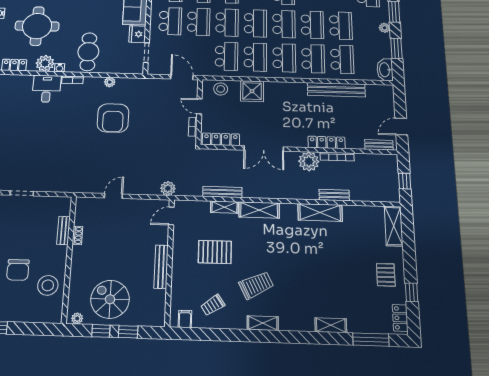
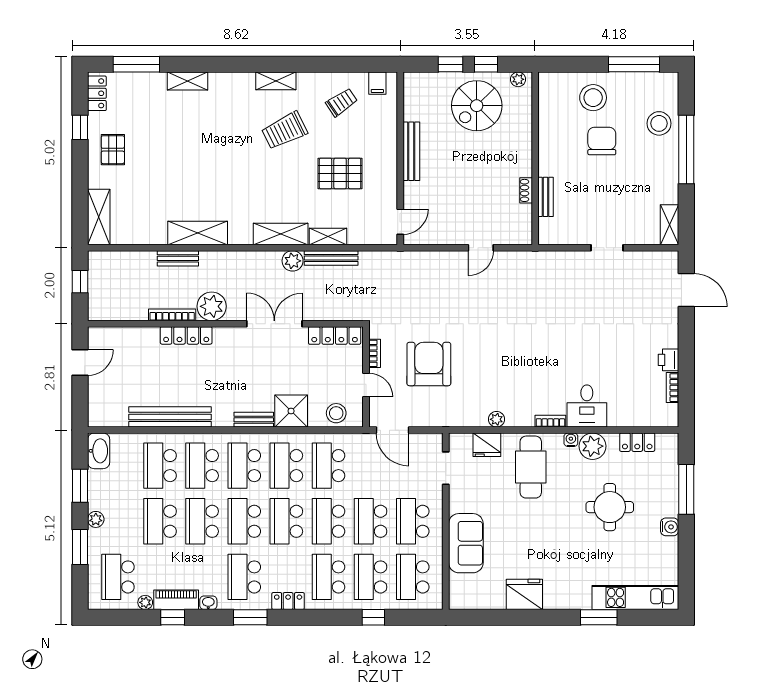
round table: (37, 26) -> (610, 507), width x0.73, depth x0.73
fridge: (137, 34) -> (487, 445), moved, turned 90
armchair: (113, 118) -> (429, 364), moved
bench: (379, 145) -> (254, 420), moved
plant: (168, 188) -> (293, 261), moved
stool: (48, 285) -> (593, 98), moved
spiral stairs: (110, 299) -> (477, 106), turned 90

